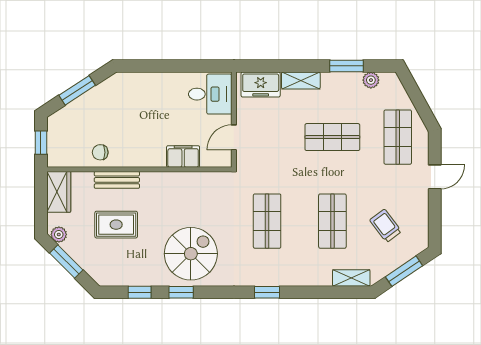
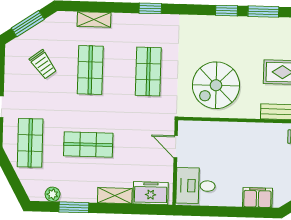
door: (234, 137) -> (176, 147), swing flipped
filing cabinet: (183, 156) -> (257, 198), moved, turned 180
spiral stairs: (191, 254) -> (216, 85), moved
shelving: (351, 278) -> (94, 19), moved
window: (140, 292) -> (263, 12), width x1.50

